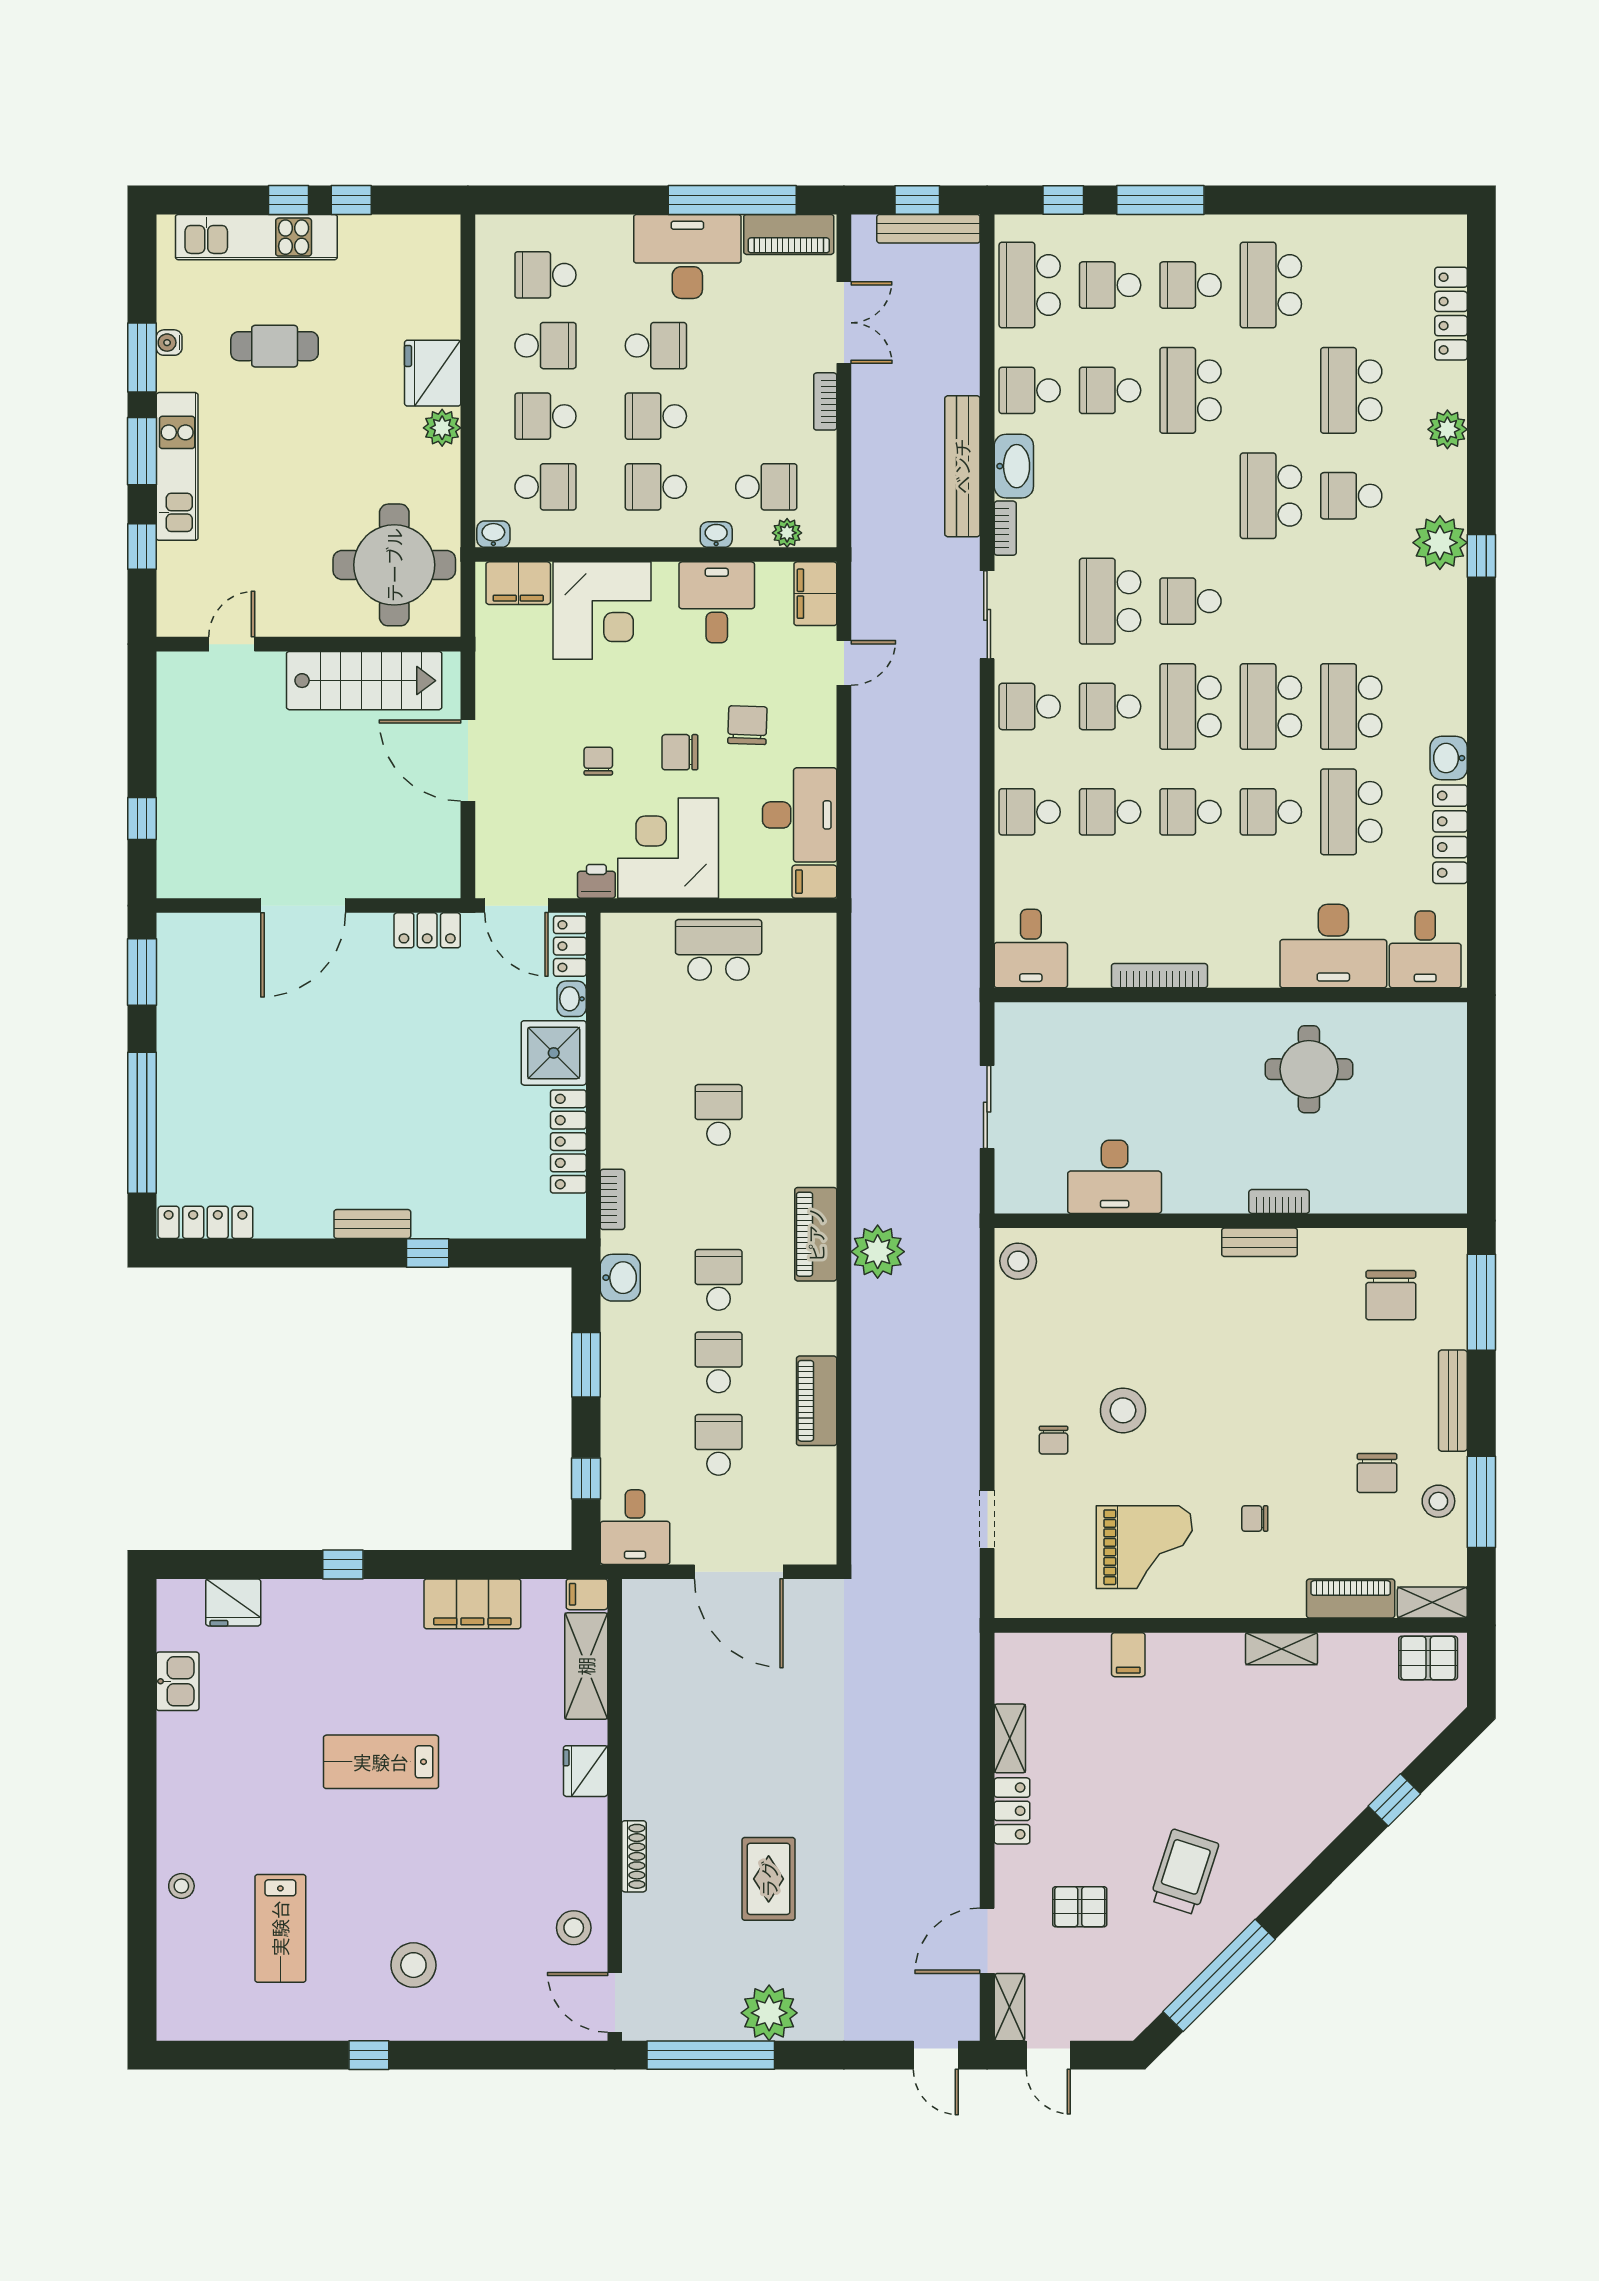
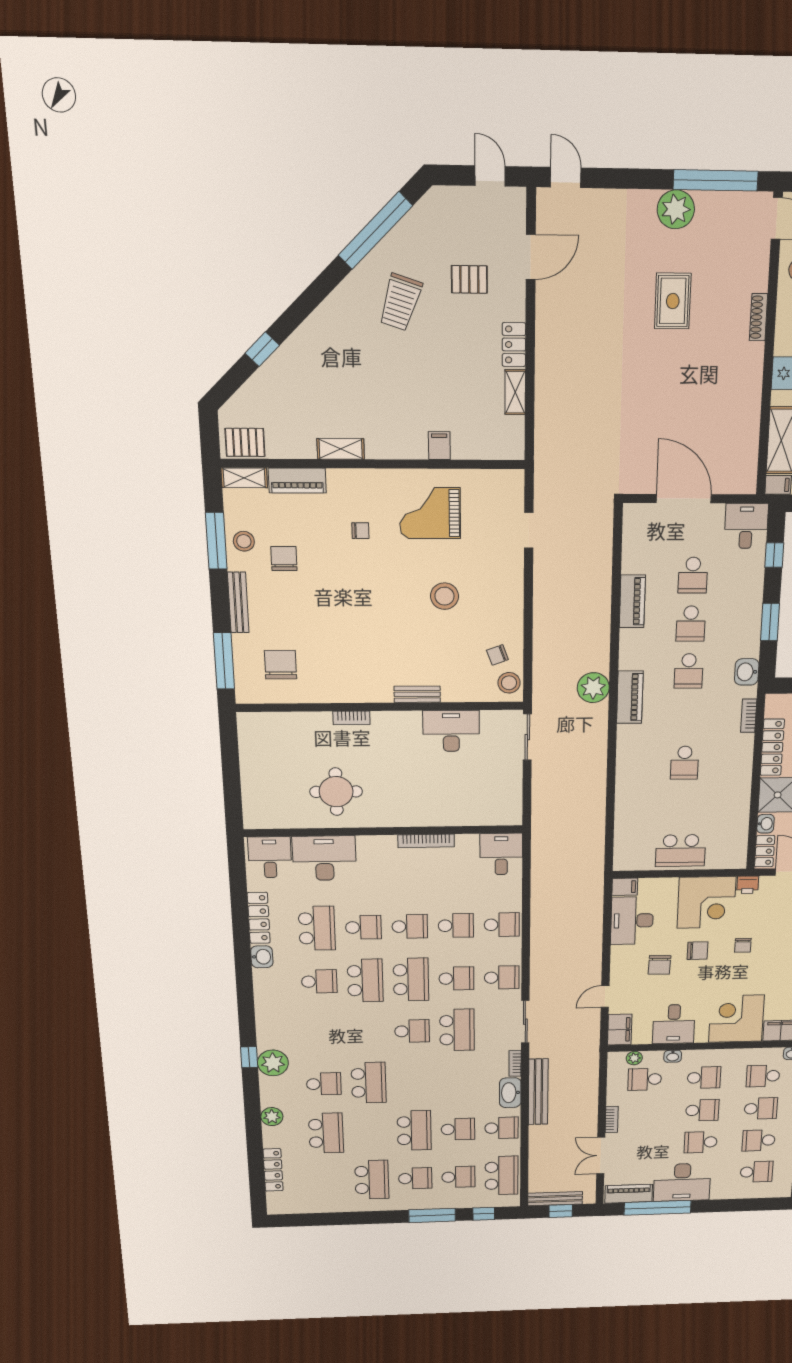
school desk: (1351, 706) -> (319, 981), width x0.54
sliding door: (987, 1107) -> (527, 737), moved
bench: (1260, 1242) -> (417, 694), moved
chair: (1054, 1440) -> (497, 655), moved, turned -110
shelving: (1009, 2007) -> (516, 210), removed

